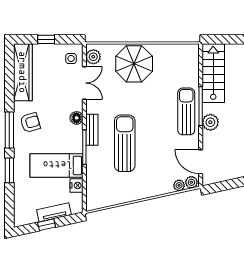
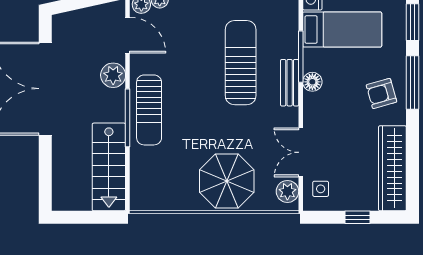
floor lamp: (77, 118) -> (312, 82), moved
plant: (210, 122) -> (113, 75), moved
sun lounger: (125, 143) -> (241, 63), turned 180

